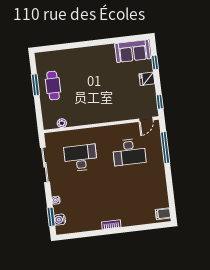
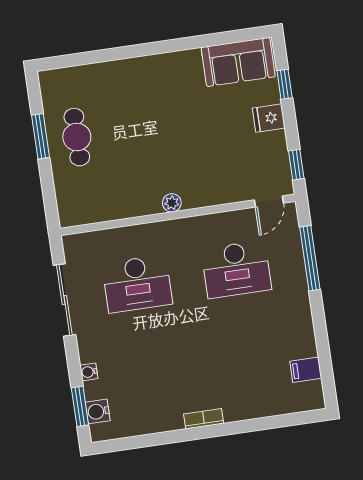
plant: (62, 123) -> (172, 203), moved
desk: (81, 158) -> (137, 284), turned 180
filing cabinet: (163, 214) -> (306, 370), moved

